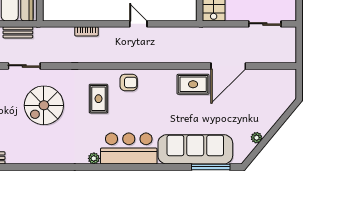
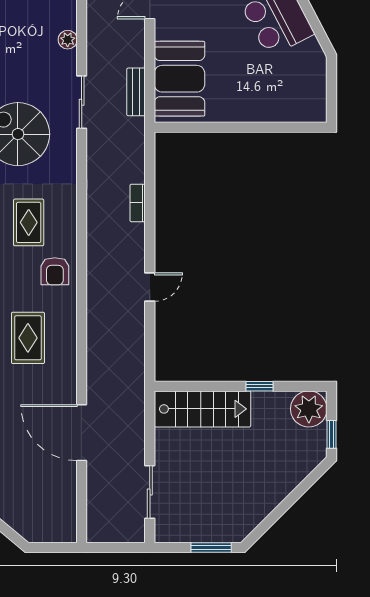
rug: (193, 84) -> (28, 338), moved
rug: (98, 99) -> (29, 222), turned 90

